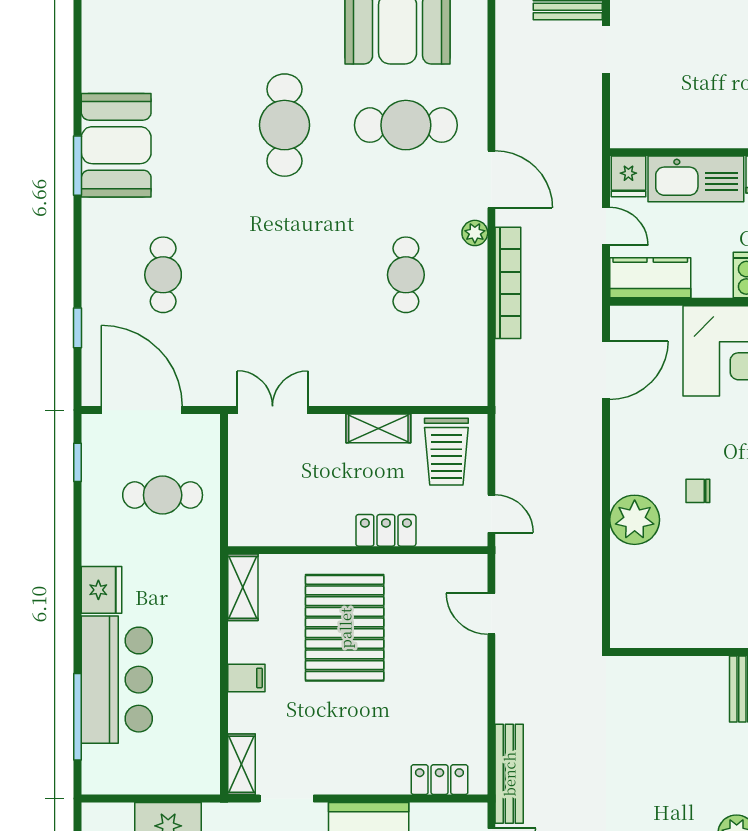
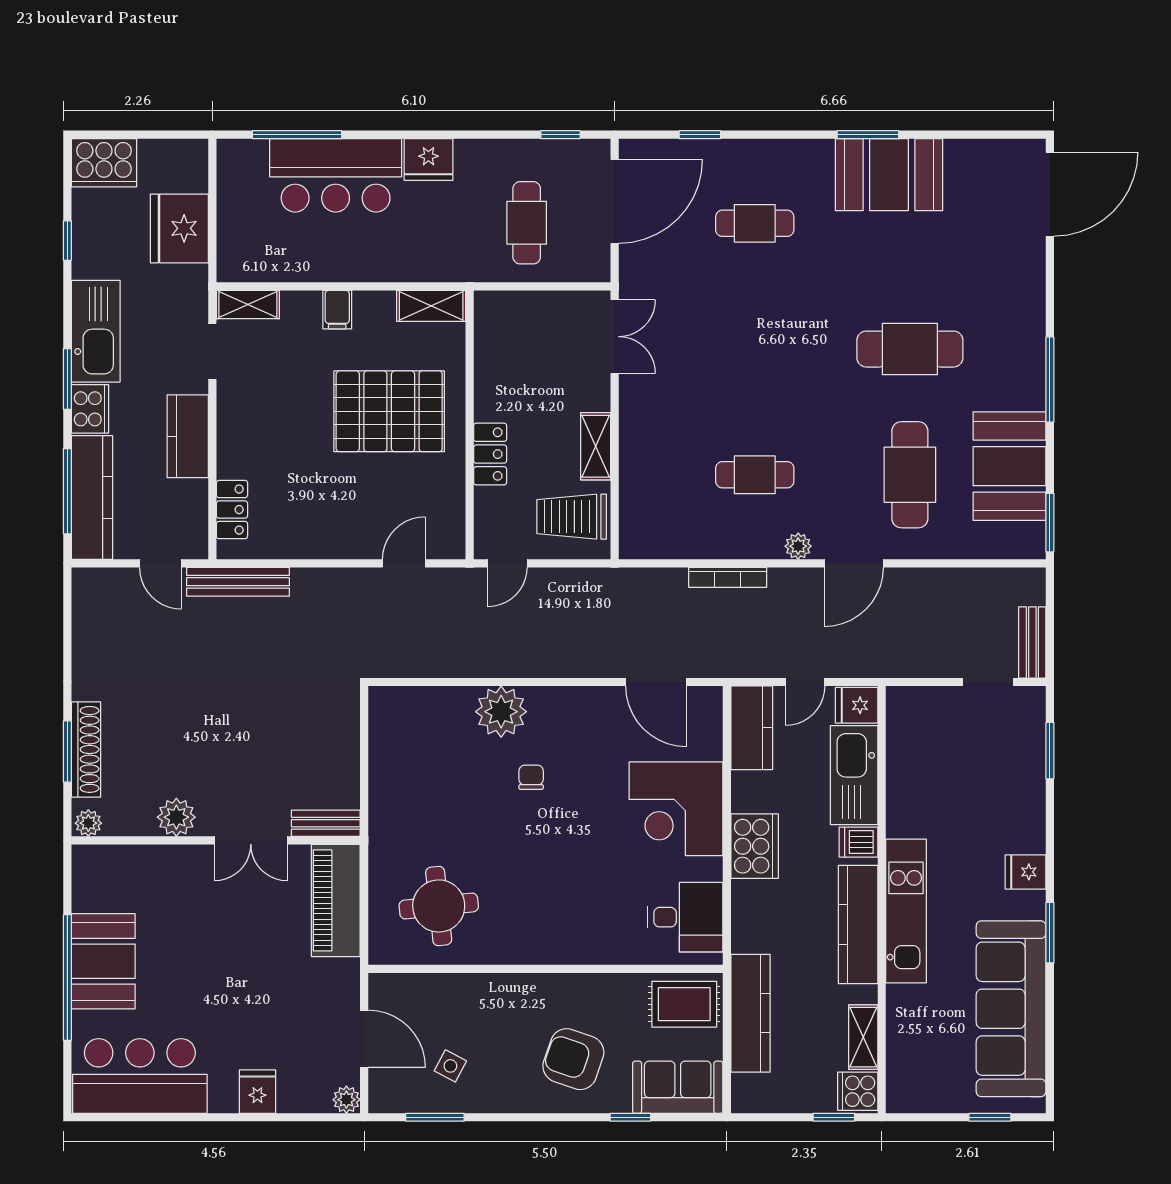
bookcase: (508, 283) -> (728, 577), width x0.68, depth x0.76

